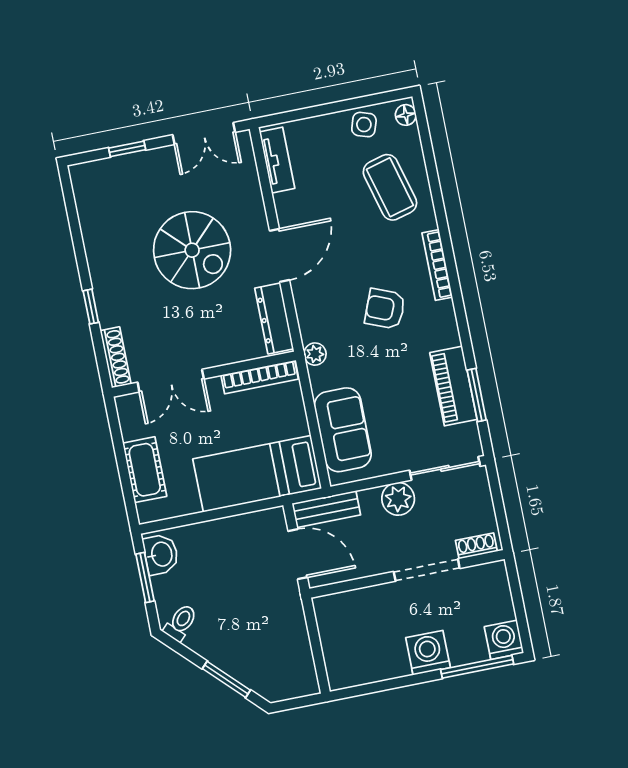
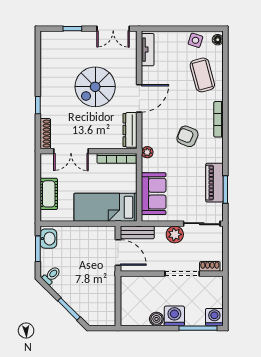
spiral stairs: (192, 250) -> (95, 87), turned 90
boiler: (395, 665) -> (156, 319), added

